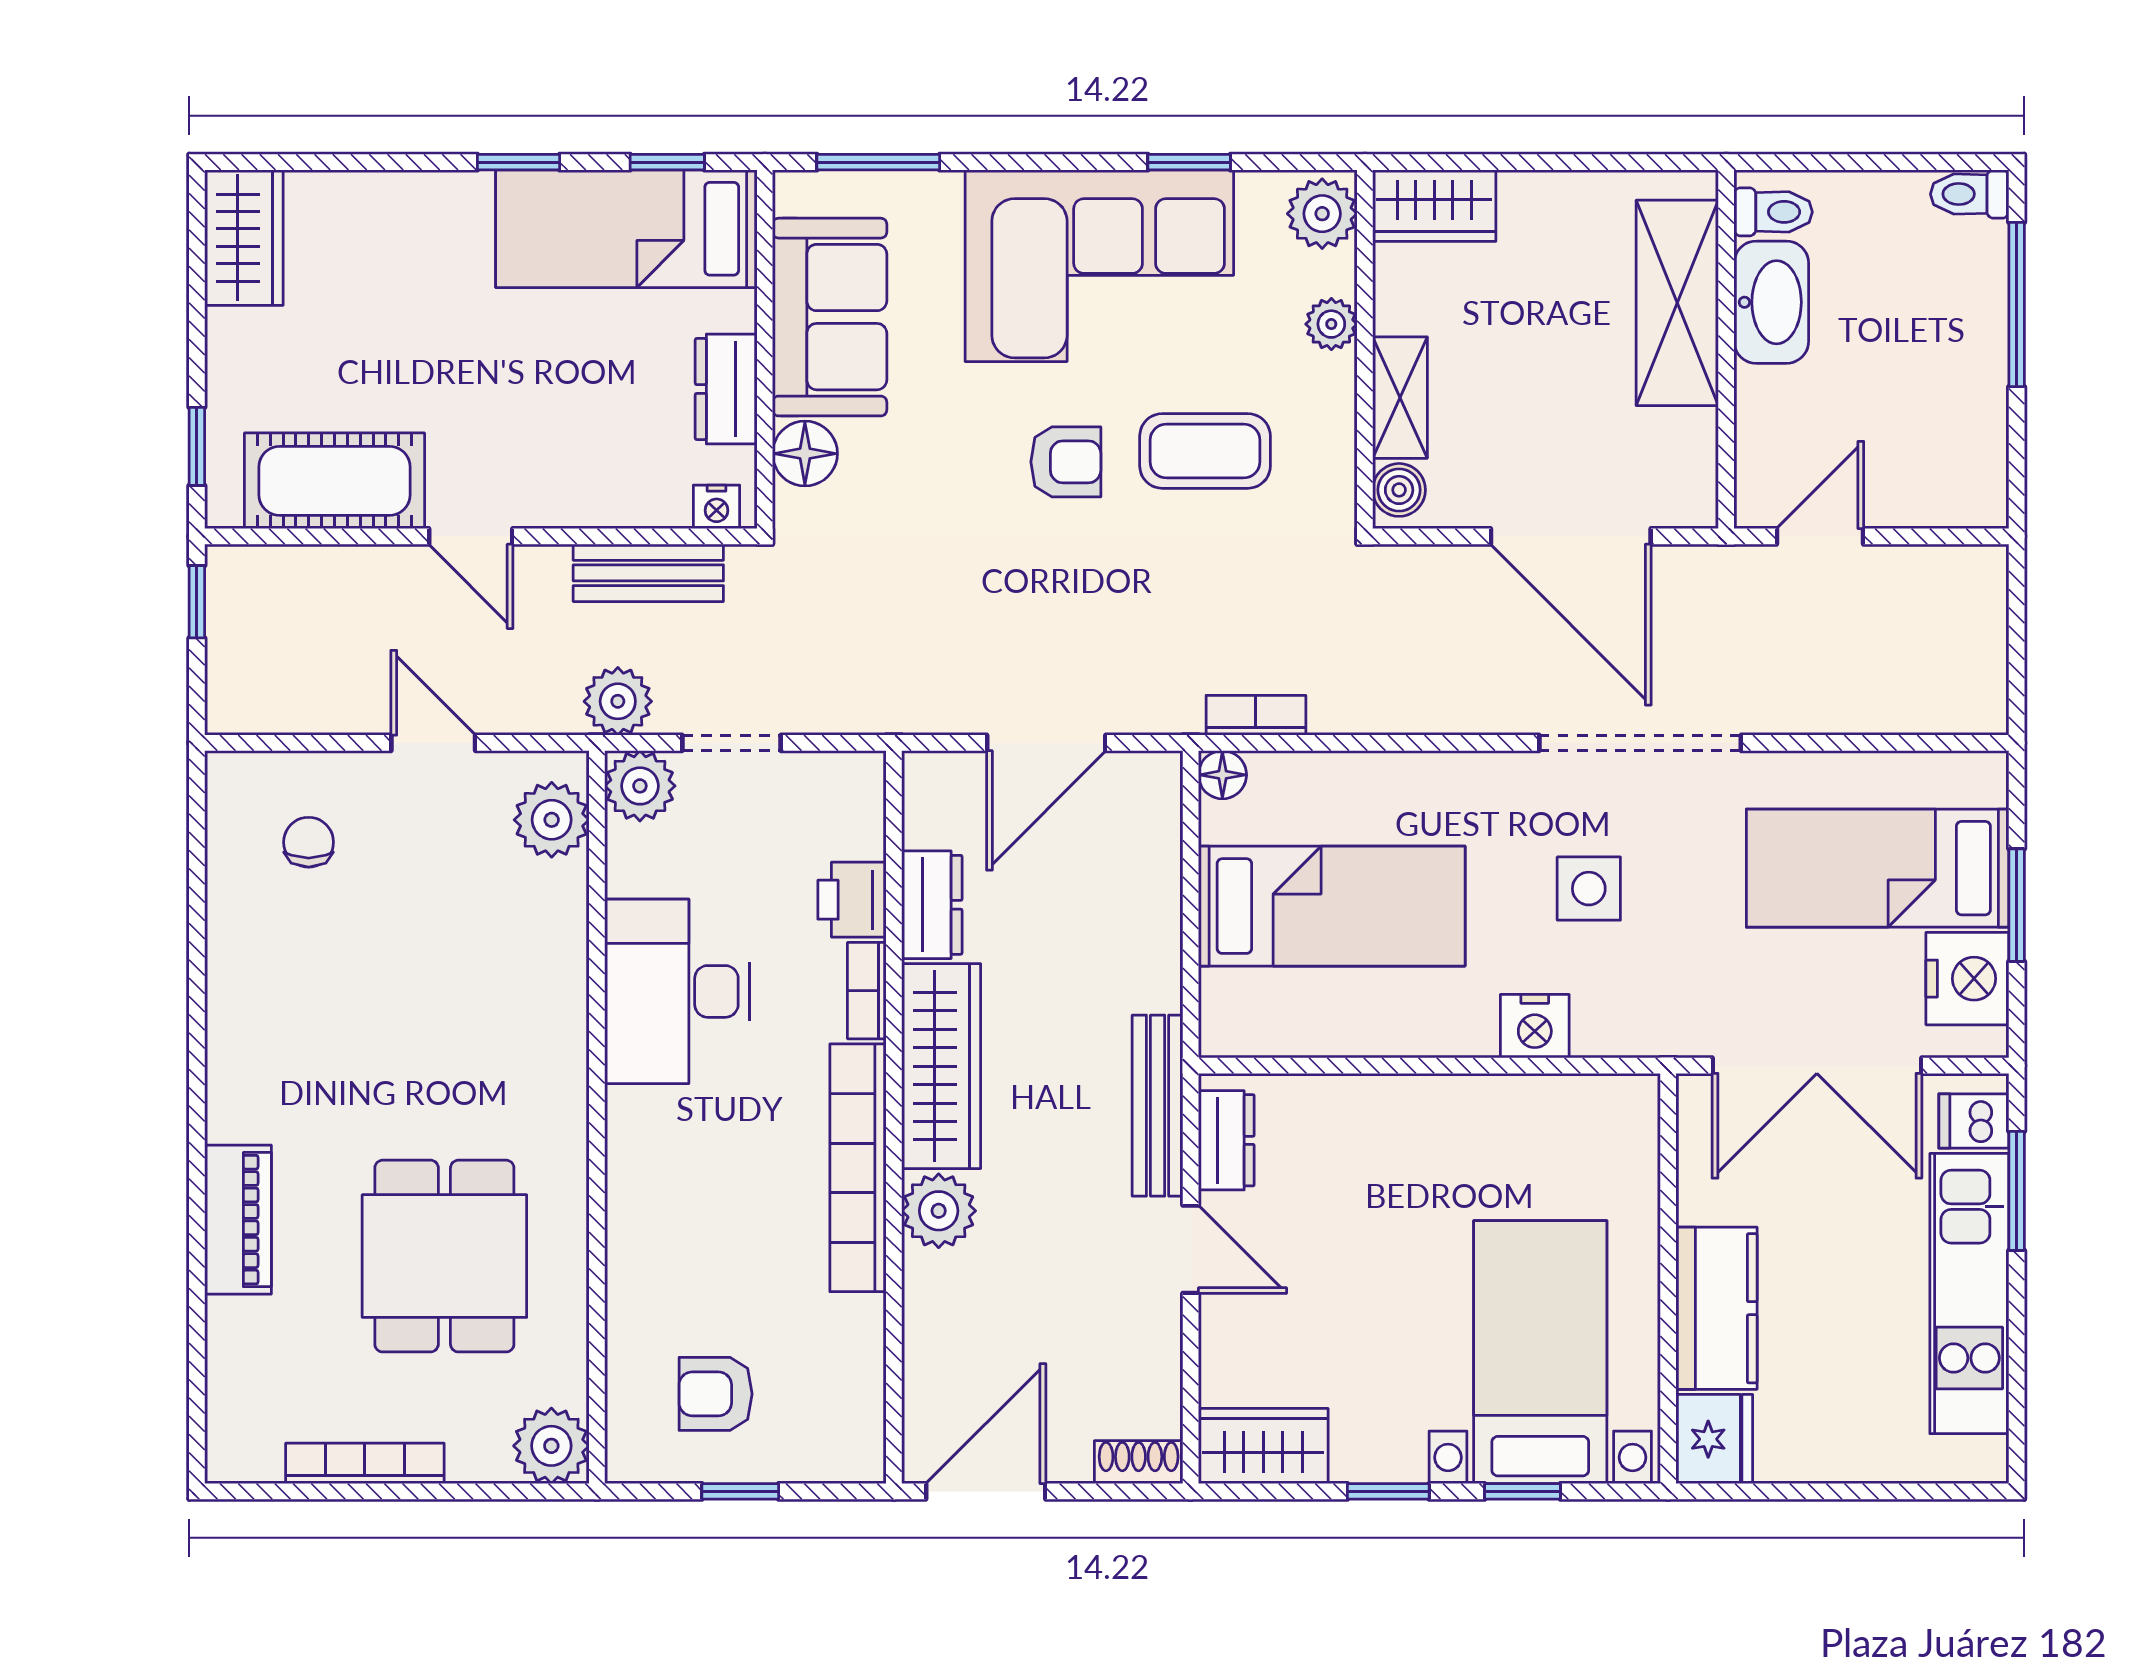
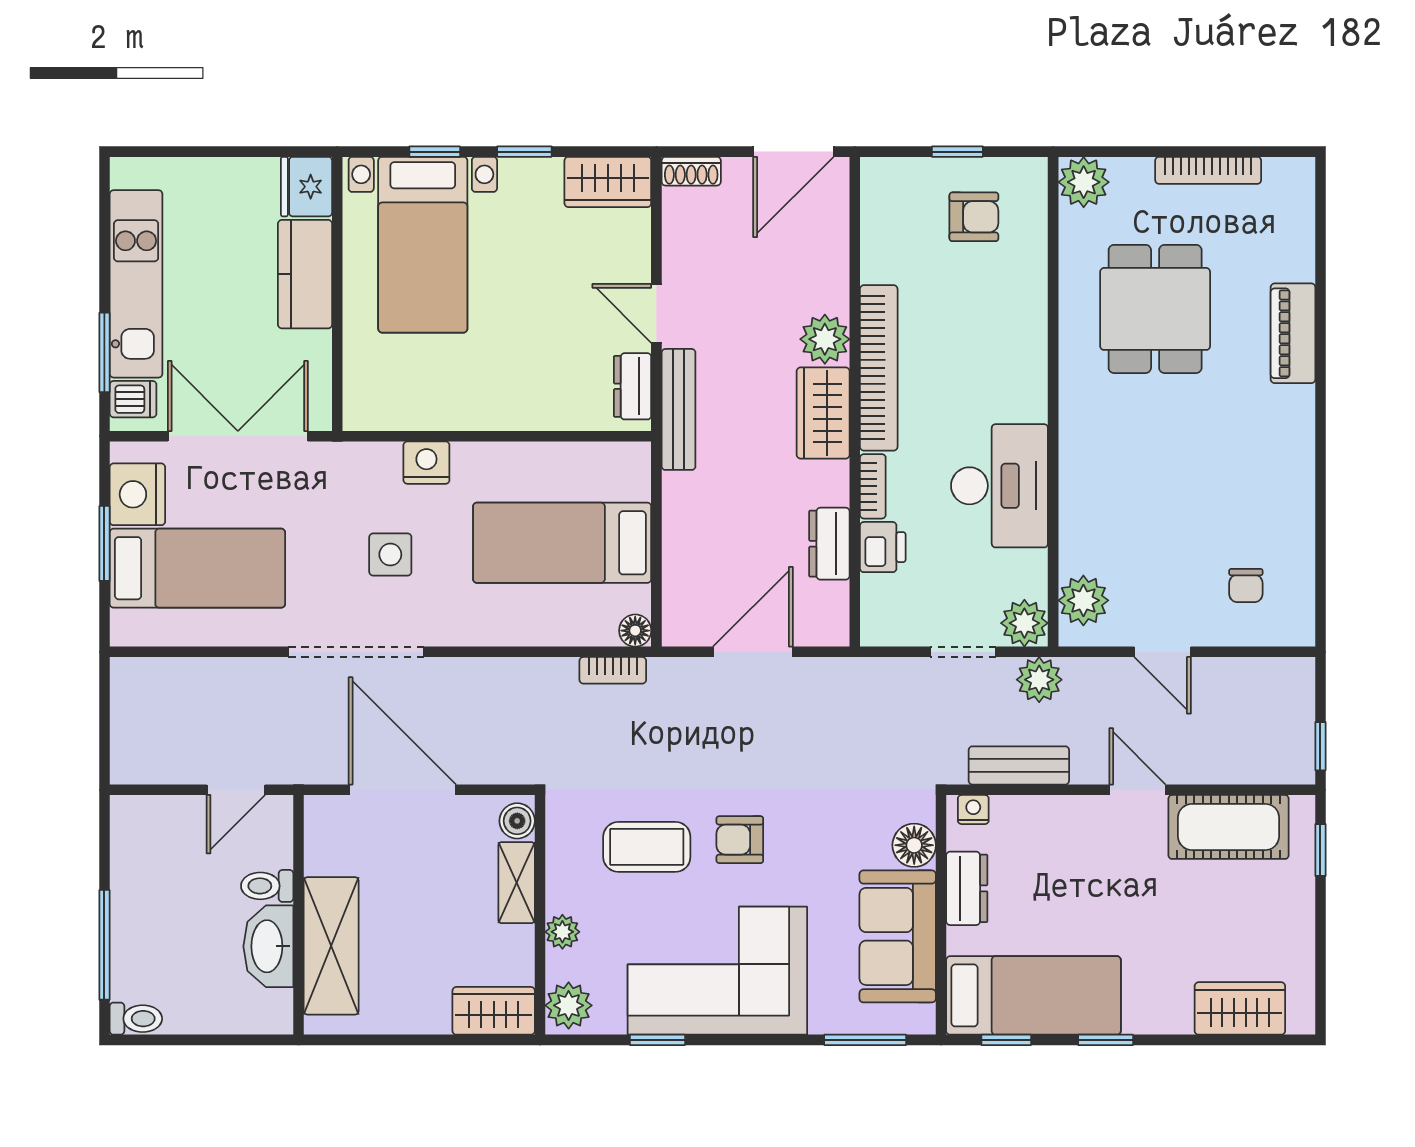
toilet: (1773, 212) -> (267, 886), moved
wardrobe: (244, 238) -> (1240, 1008), moved, turned 90
wardrobe: (941, 1066) -> (823, 413), width x0.67

